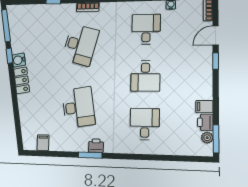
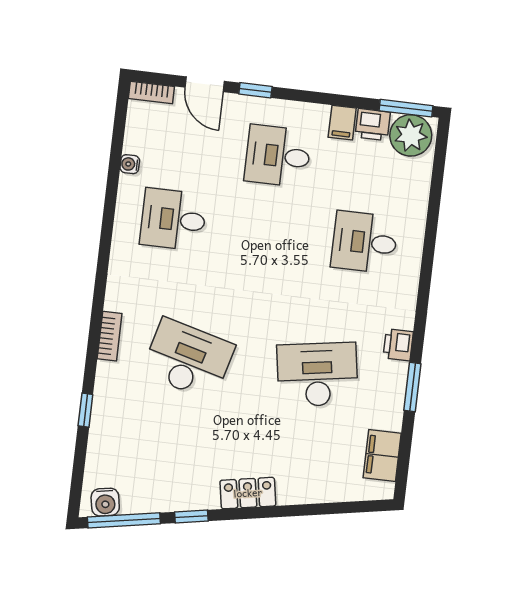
water cooler: (19, 60) -> (105, 502), moved
desk: (145, 76) -> (278, 156), moved, turned 180
plant: (207, 138) -> (411, 135), width x1.88, depth x1.88
filing cabinet: (43, 143) -> (382, 455), width x2.00
window: (90, 155) -> (412, 387), moved

